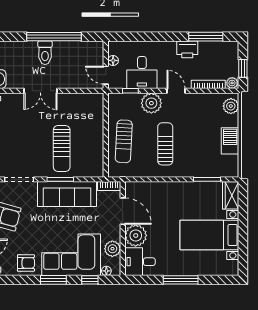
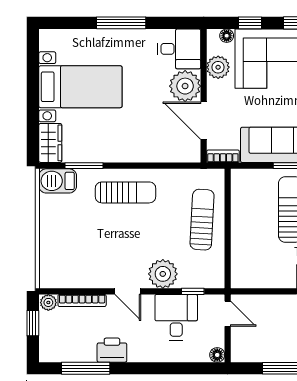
floor lamp: (113, 60) -> (217, 355), moved
plant: (231, 106) -> (50, 270), removed
barbecue: (230, 141) -> (58, 181), moved, turned 90
sun lounger: (165, 144) -> (126, 192), moved, turned -90

